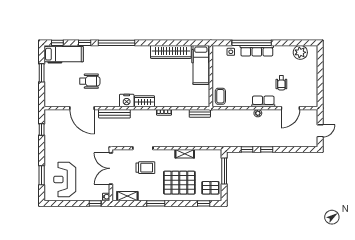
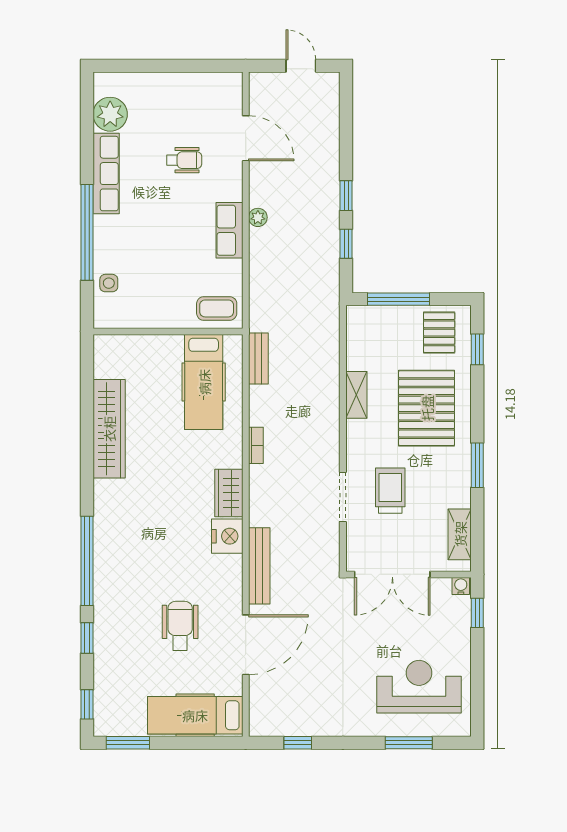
row of seats: (257, 51) -> (106, 174), moved
hospital bed: (64, 54) -> (195, 715), moved, turned -90
hospital bed: (201, 65) -> (204, 382), moved, turned 90
window: (42, 73) -> (128, 743), moved
row of seats: (263, 101) -> (229, 230), moved
reception desk: (65, 179) -> (419, 687), turned 180

